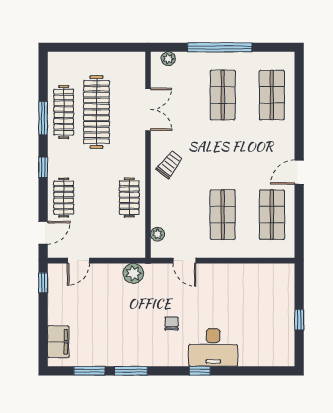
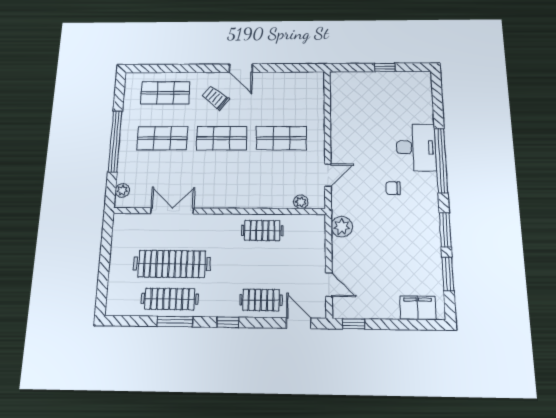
trolley: (170, 164) -> (215, 98), moved
shop shelf: (272, 215) -> (222, 138), moved
window: (200, 371) -> (441, 160), width x3.17

